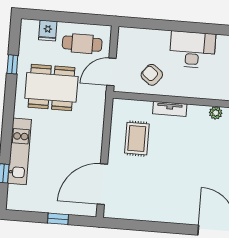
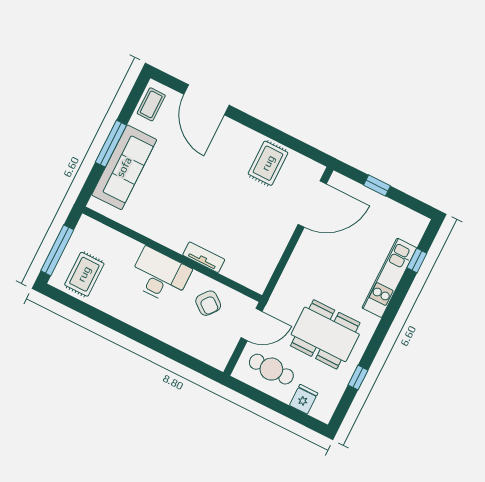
desk: (192, 50) -> (160, 276), moved, turned 180
plant: (216, 113) -> (154, 232), removed
rug: (137, 139) -> (268, 163), moved

